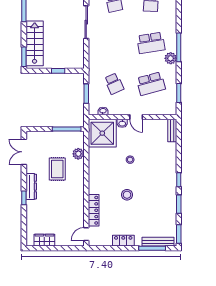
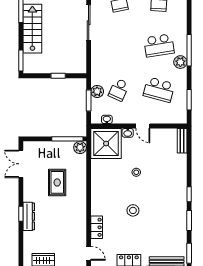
stairs: (35, 43) -> (32, 29), moved
school desk: (114, 84) -> (119, 90), turned 48
school desk: (151, 84) -> (159, 90), turned 30
plant: (94, 85) -> (97, 91), added
plant: (78, 154) -> (80, 147), moved
dresser: (31, 187) -> (29, 216), moved
locker: (94, 210) -> (97, 227), width x0.66
door: (86, 234) -> (89, 253), swing flipped

